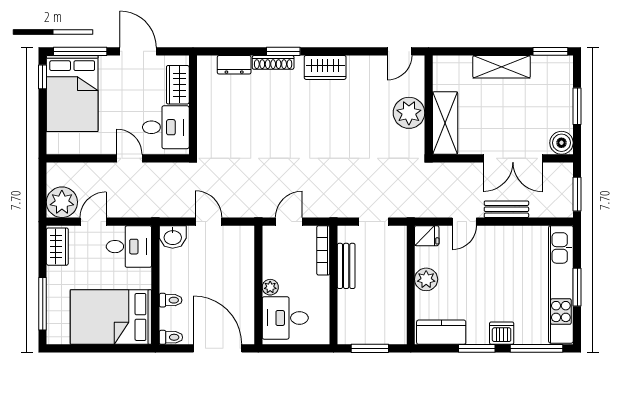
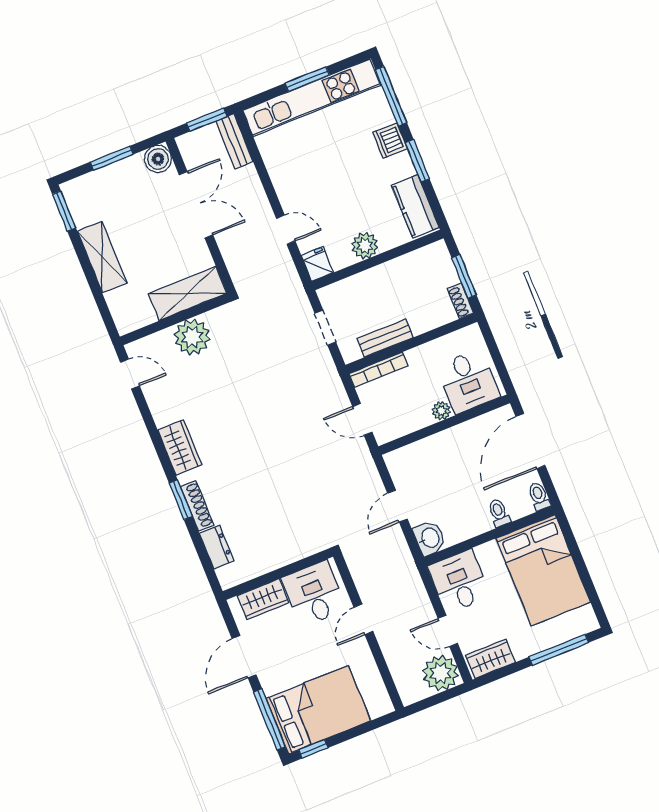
bench: (506, 209) -> (234, 141), moved
shoe rack: (351, 338) -> (461, 301), added

